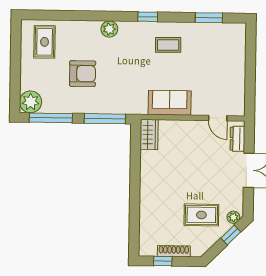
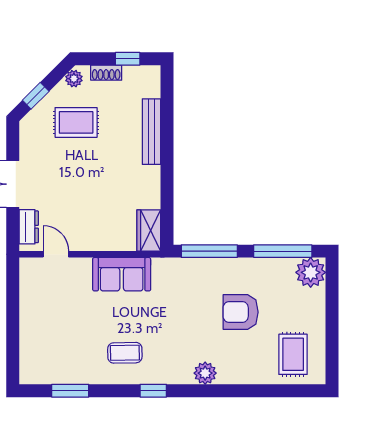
bench: (146, 207) -> (152, 132), added
plant: (233, 217) -> (74, 79), moved
shoe rack: (174, 251) -> (106, 73), width x0.70

